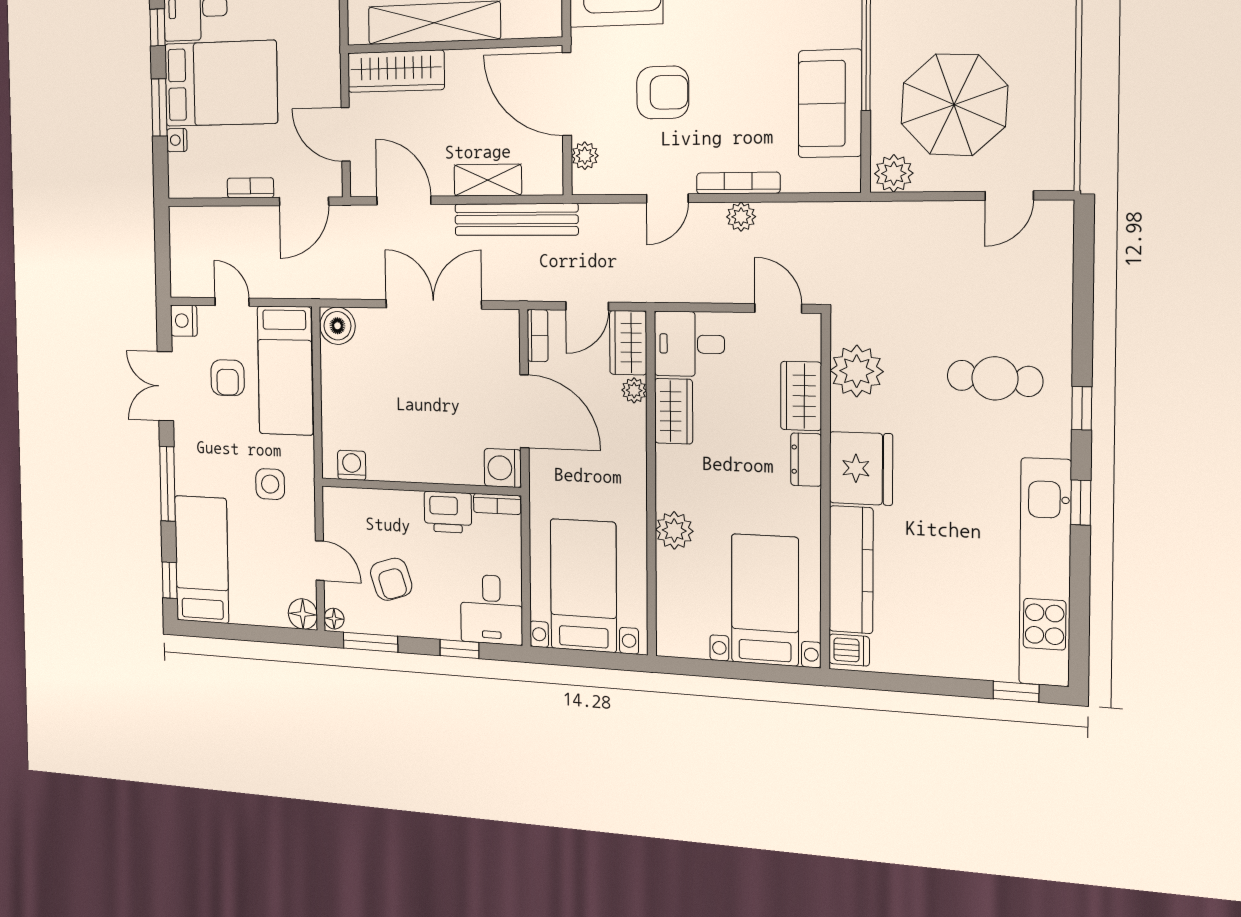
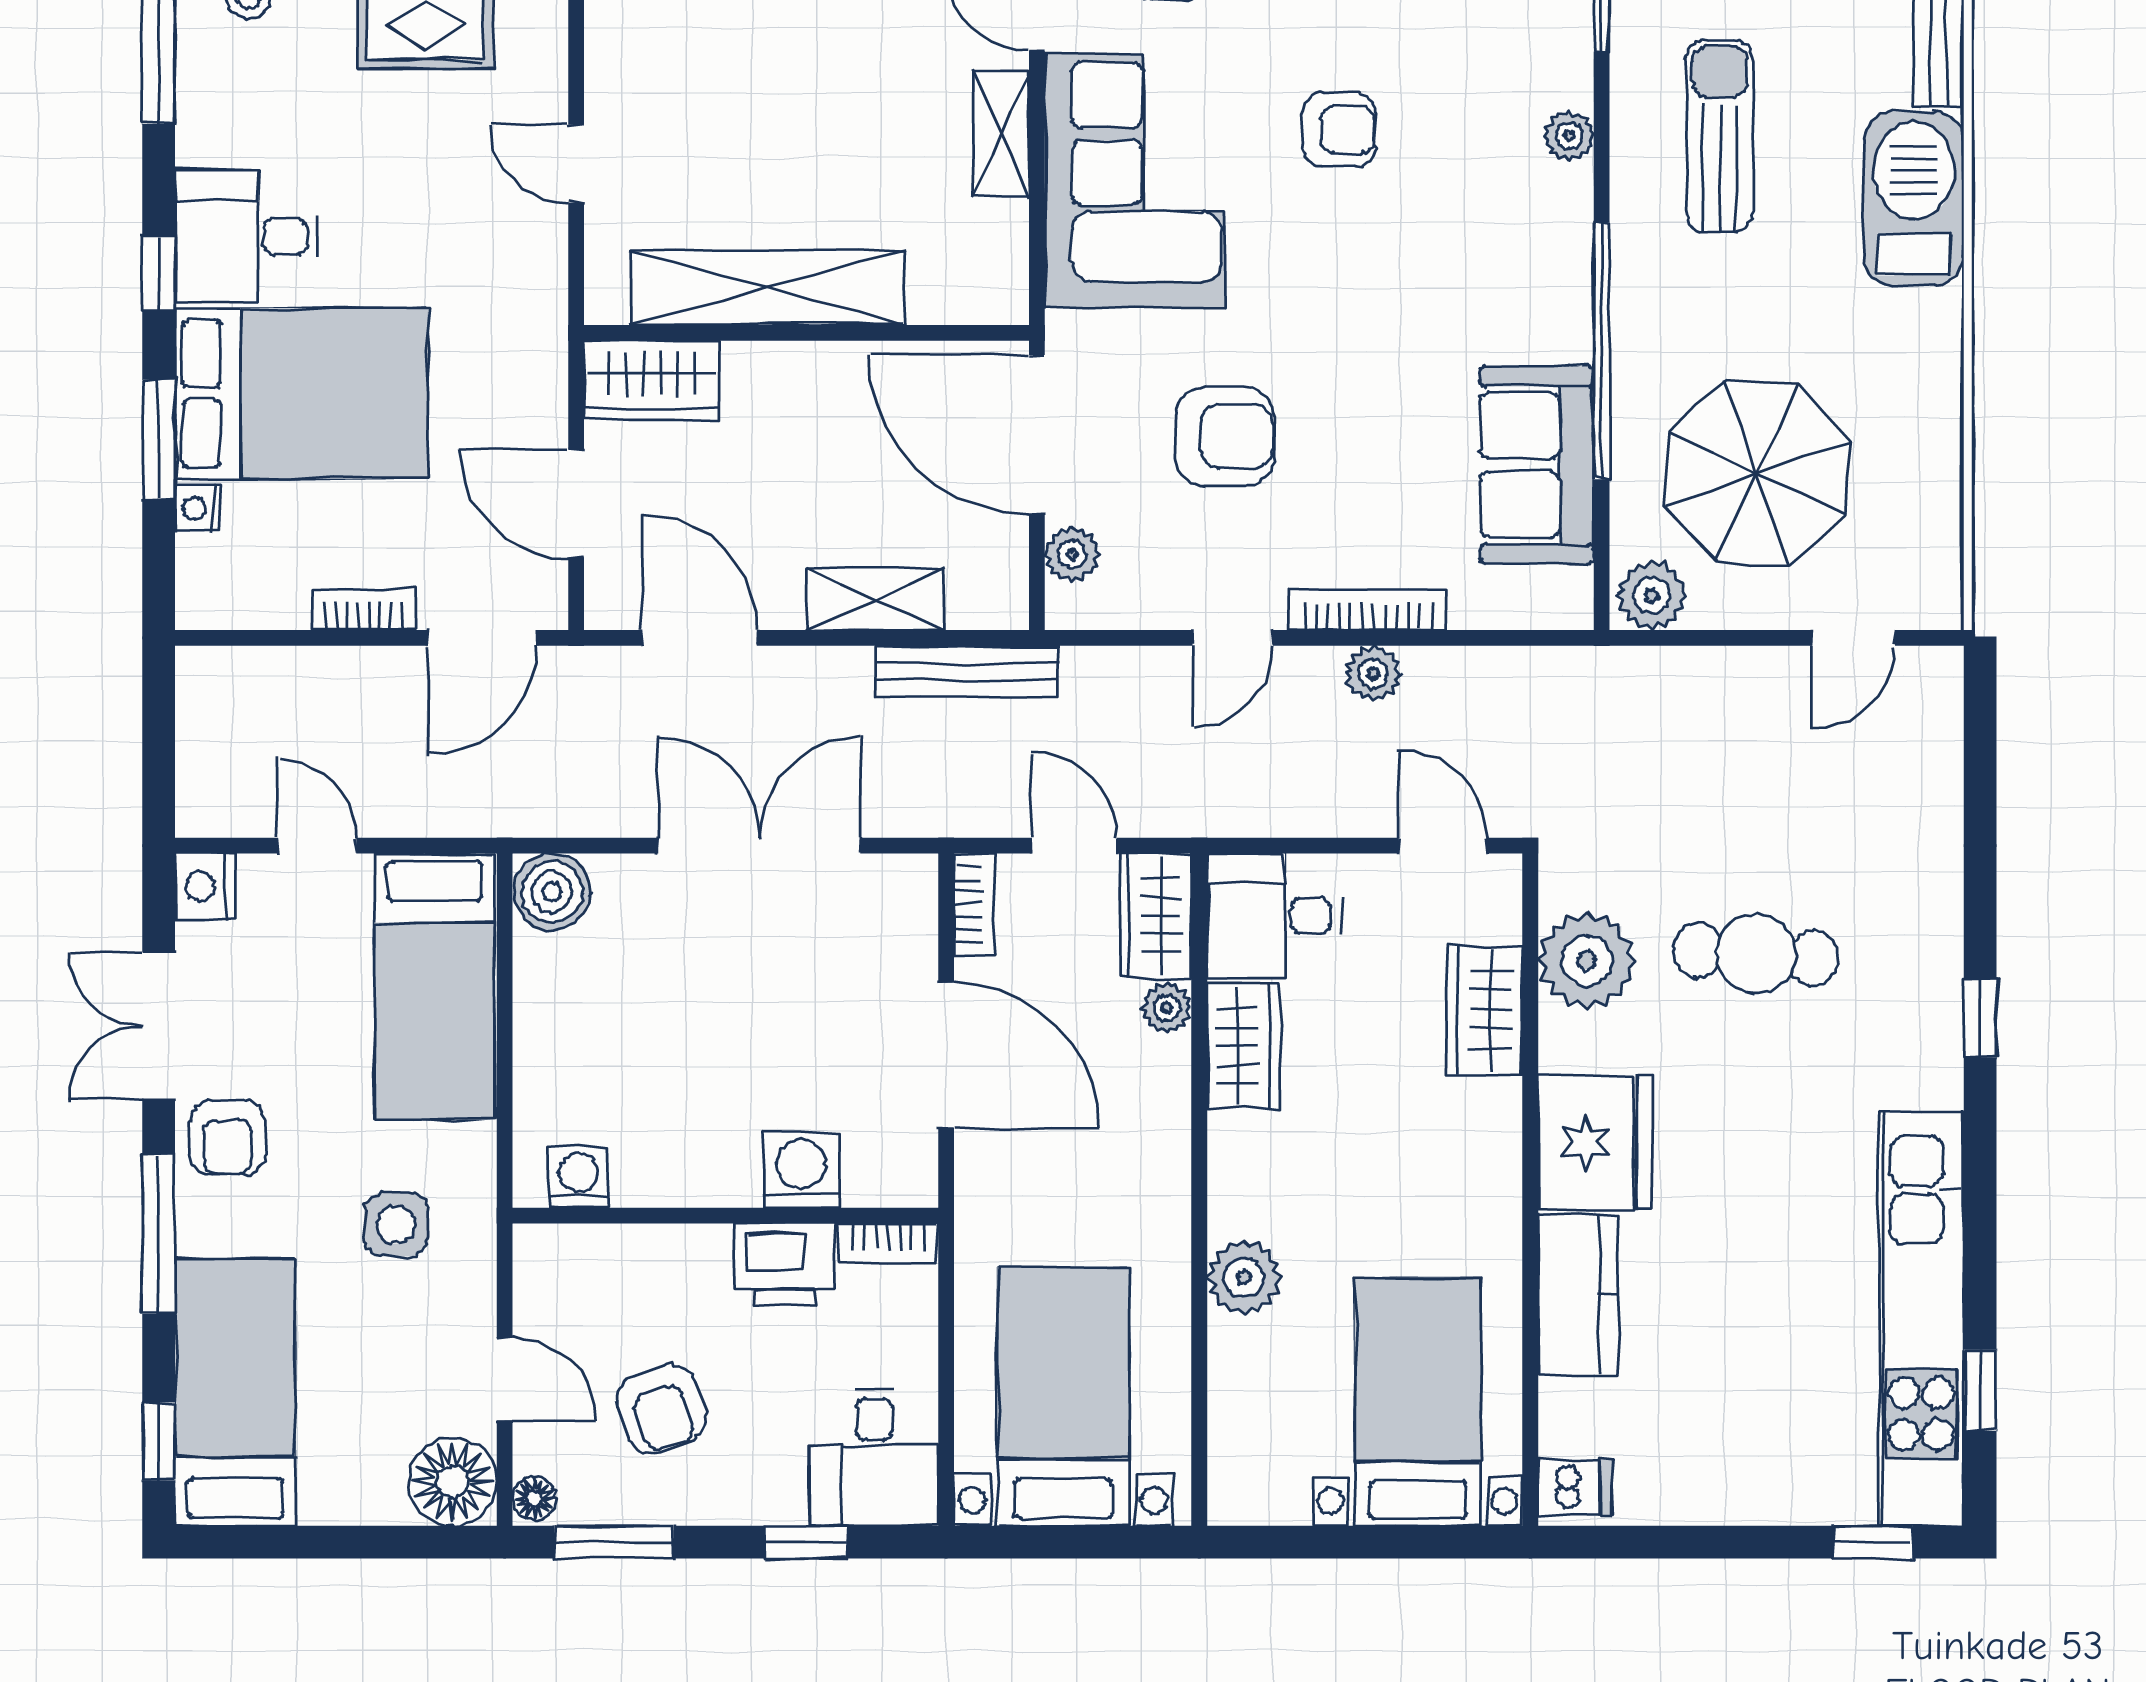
wardrobe: (396, 71) -> (652, 380), width x0.67
bench: (516, 219) -> (966, 671), width x0.73, depth x0.82
door: (587, 306) -> (1074, 846), swing flipped
armchair: (228, 378) -> (228, 1137), moved
cafe table: (995, 378) -> (1756, 954), moved
dresser: (806, 460) -> (1494, 1130), removed
washing machine: (503, 468) -> (801, 1170), moved, turned 90
window: (1081, 503) -> (1980, 1390), moved
kitchen counter: (851, 570) -> (1578, 1294), width x0.67
floor lamp: (303, 614) -> (453, 1482), width x1.38, depth x1.38

